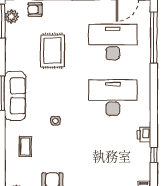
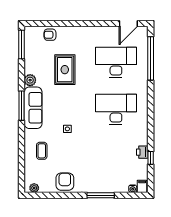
plant: (11, 17) -> (30, 80), moved
printer: (144, 135) -> (142, 152), moved

